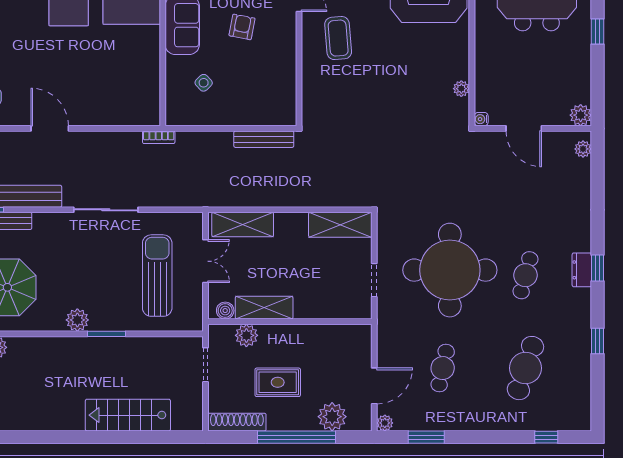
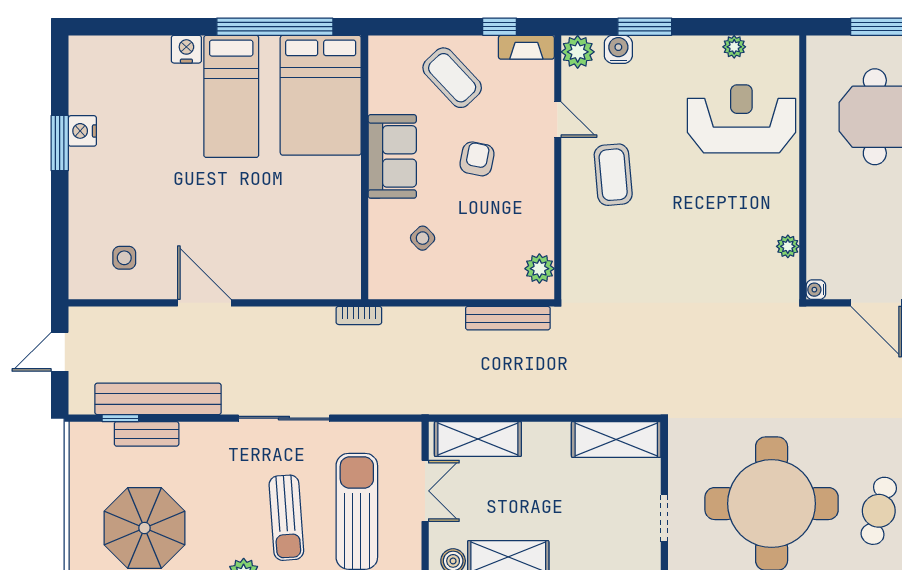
plant: (286, 104) -> (539, 269), added
sun lounger: (108, 280) -> (286, 518), added

